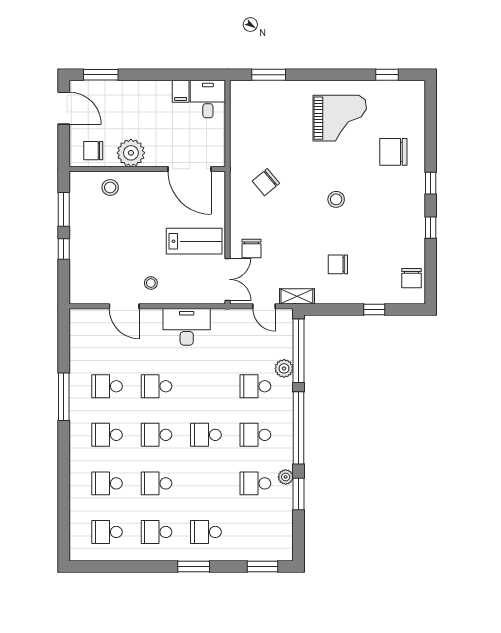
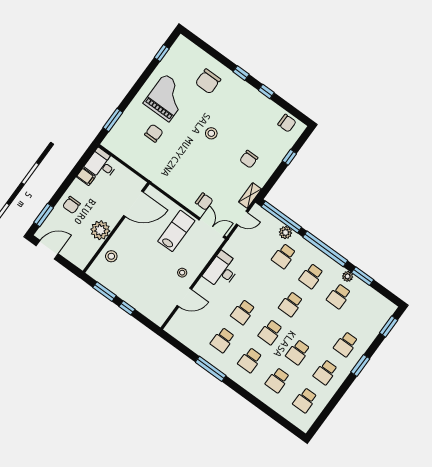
chair: (93, 151) -> (71, 205), moved
chair: (266, 182) -> (154, 133), moved, turned -140

